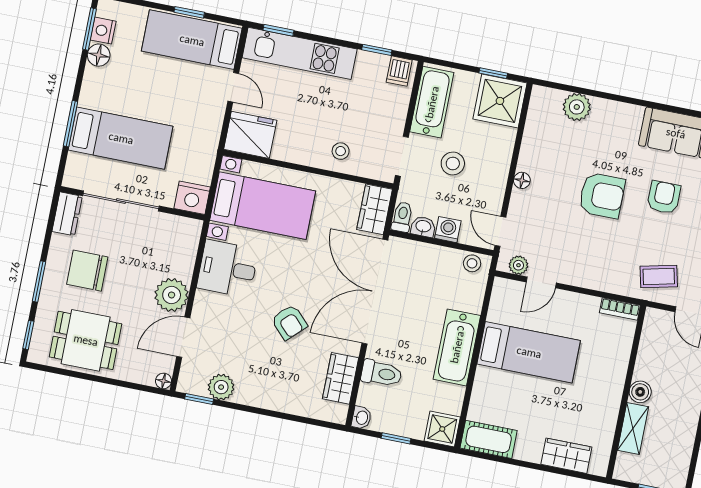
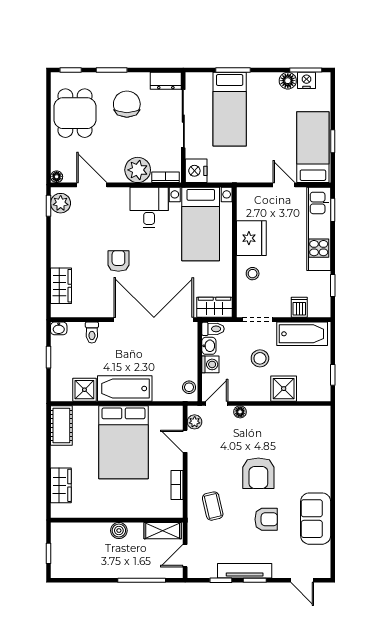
dishwasher: (399, 71) -> (299, 307), moved, turned 90
door: (233, 87) -> (284, 185), swing flipped
shower: (500, 101) -> (284, 389), moved, width x0.73, depth x0.73
plant: (577, 107) -> (320, 442), removed
fridge: (250, 135) -> (251, 238), moved
floor lamp: (522, 180) -> (240, 412), moved
bookcase: (192, 239) -> (165, 177), added
coffee table: (659, 276) -> (213, 506), moved
plant: (172, 295) -> (138, 170), moved
bookcase: (620, 309) -> (177, 485), moved
armchair: (289, 322) -> (118, 261), turned 134
bed: (529, 352) -> (123, 442), width x1.50
toilet: (381, 373) -> (92, 333), width x0.73, depth x0.72
wardrobe: (341, 378) -> (61, 286), moved, turned 90
plant: (221, 387) -> (61, 203), moved
shower: (442, 429) -> (84, 390), moved
shelving: (633, 429) -> (163, 531), moved

